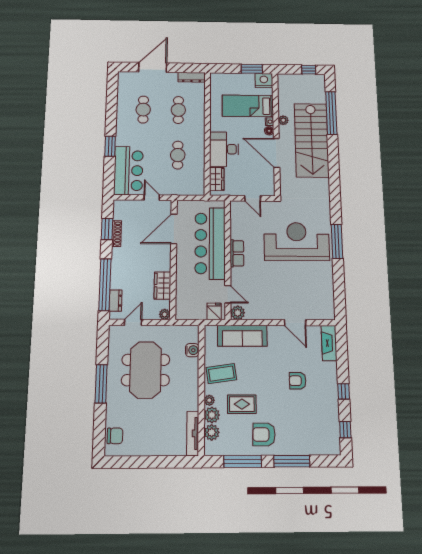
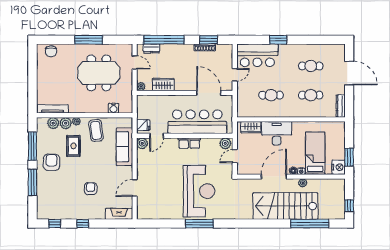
plant: (237, 209) -> (225, 143), added

